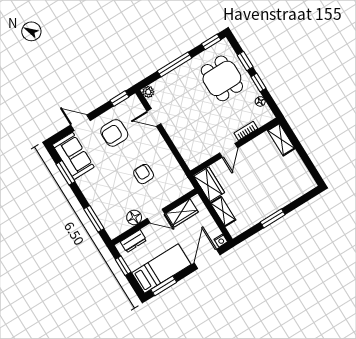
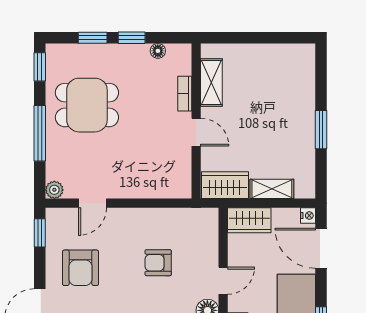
dining table: (222, 78) -> (87, 105), moved
shelving: (281, 139) -> (211, 82), moved, turned 90
wardrobe: (182, 213) -> (249, 220), moved, turned 90

